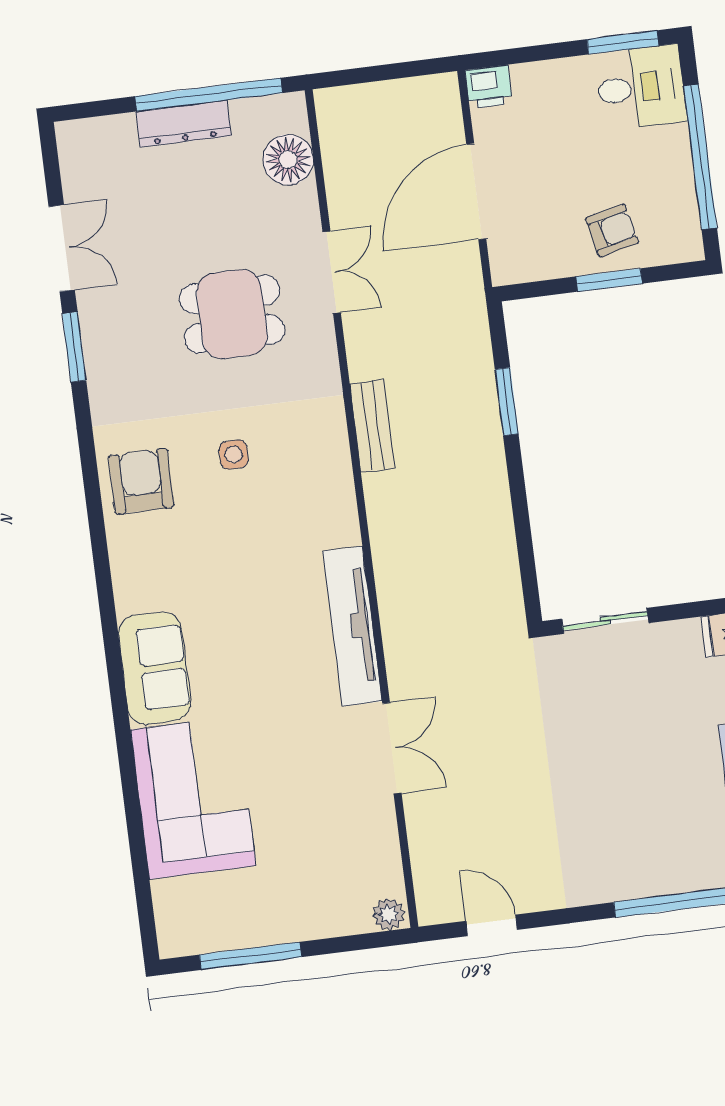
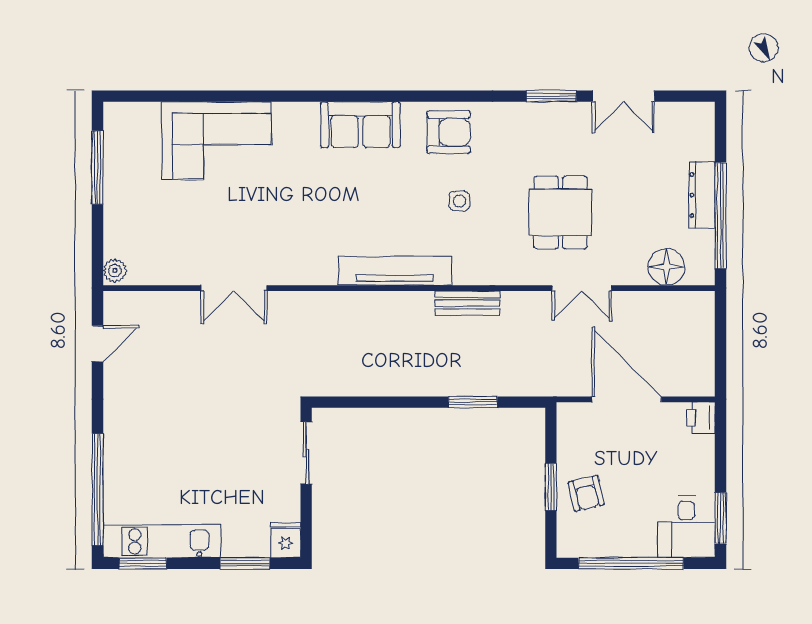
tv unit: (352, 626) -> (395, 271), moved
sofa: (155, 668) -> (360, 125), moved

